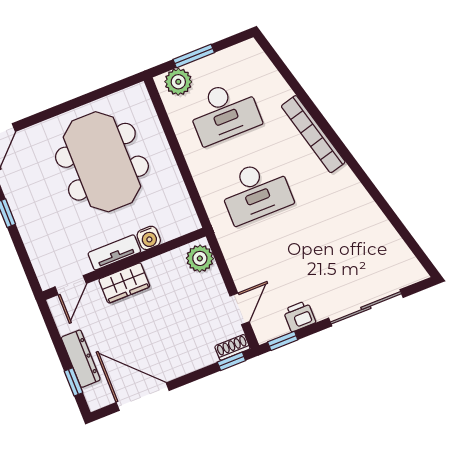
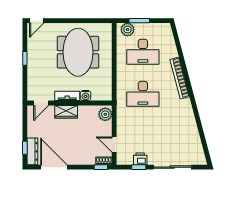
door: (240, 309) -> (114, 145), swing flipped
window: (283, 341) -> (139, 167), moved
dresser: (81, 359) -> (32, 151), moved

